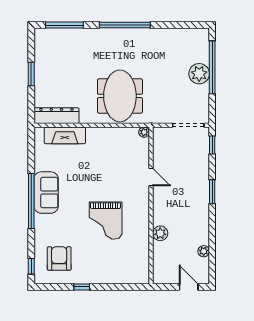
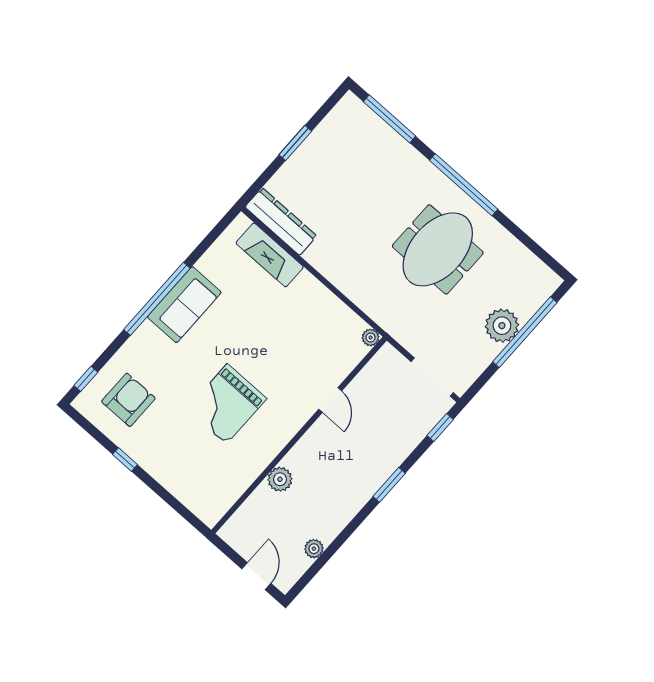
meeting table: (120, 96) -> (438, 249), moved

